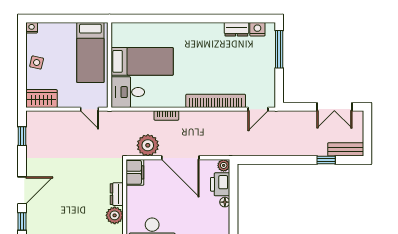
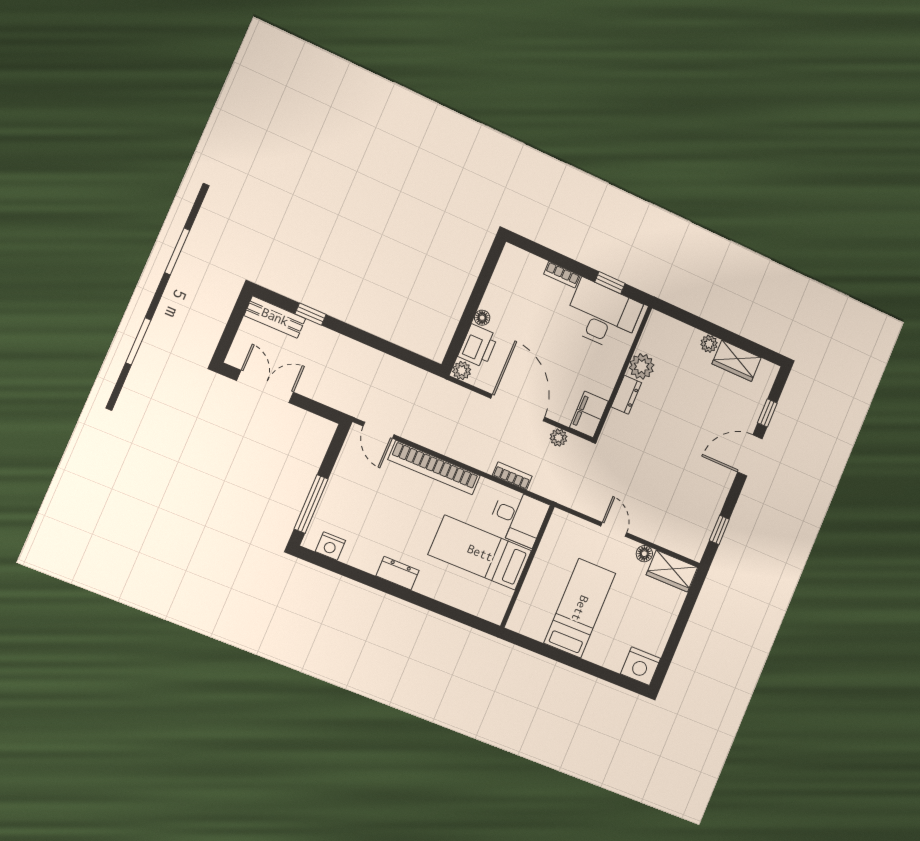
nightstand: (32, 28) -> (640, 666), width x1.89, depth x1.79
dresser: (236, 29) -> (397, 573), moved
bed: (142, 61) -> (480, 553), moved
side table: (37, 62) -> (658, 624), removed
wall: (110, 65) -> (527, 566), moved
desk: (128, 92) -> (518, 517), moved
floor lamp: (64, 102) -> (644, 554), added
door: (258, 109) -> (379, 430), swing flipped
plant: (148, 145) -> (559, 438), width x0.53, depth x0.53

